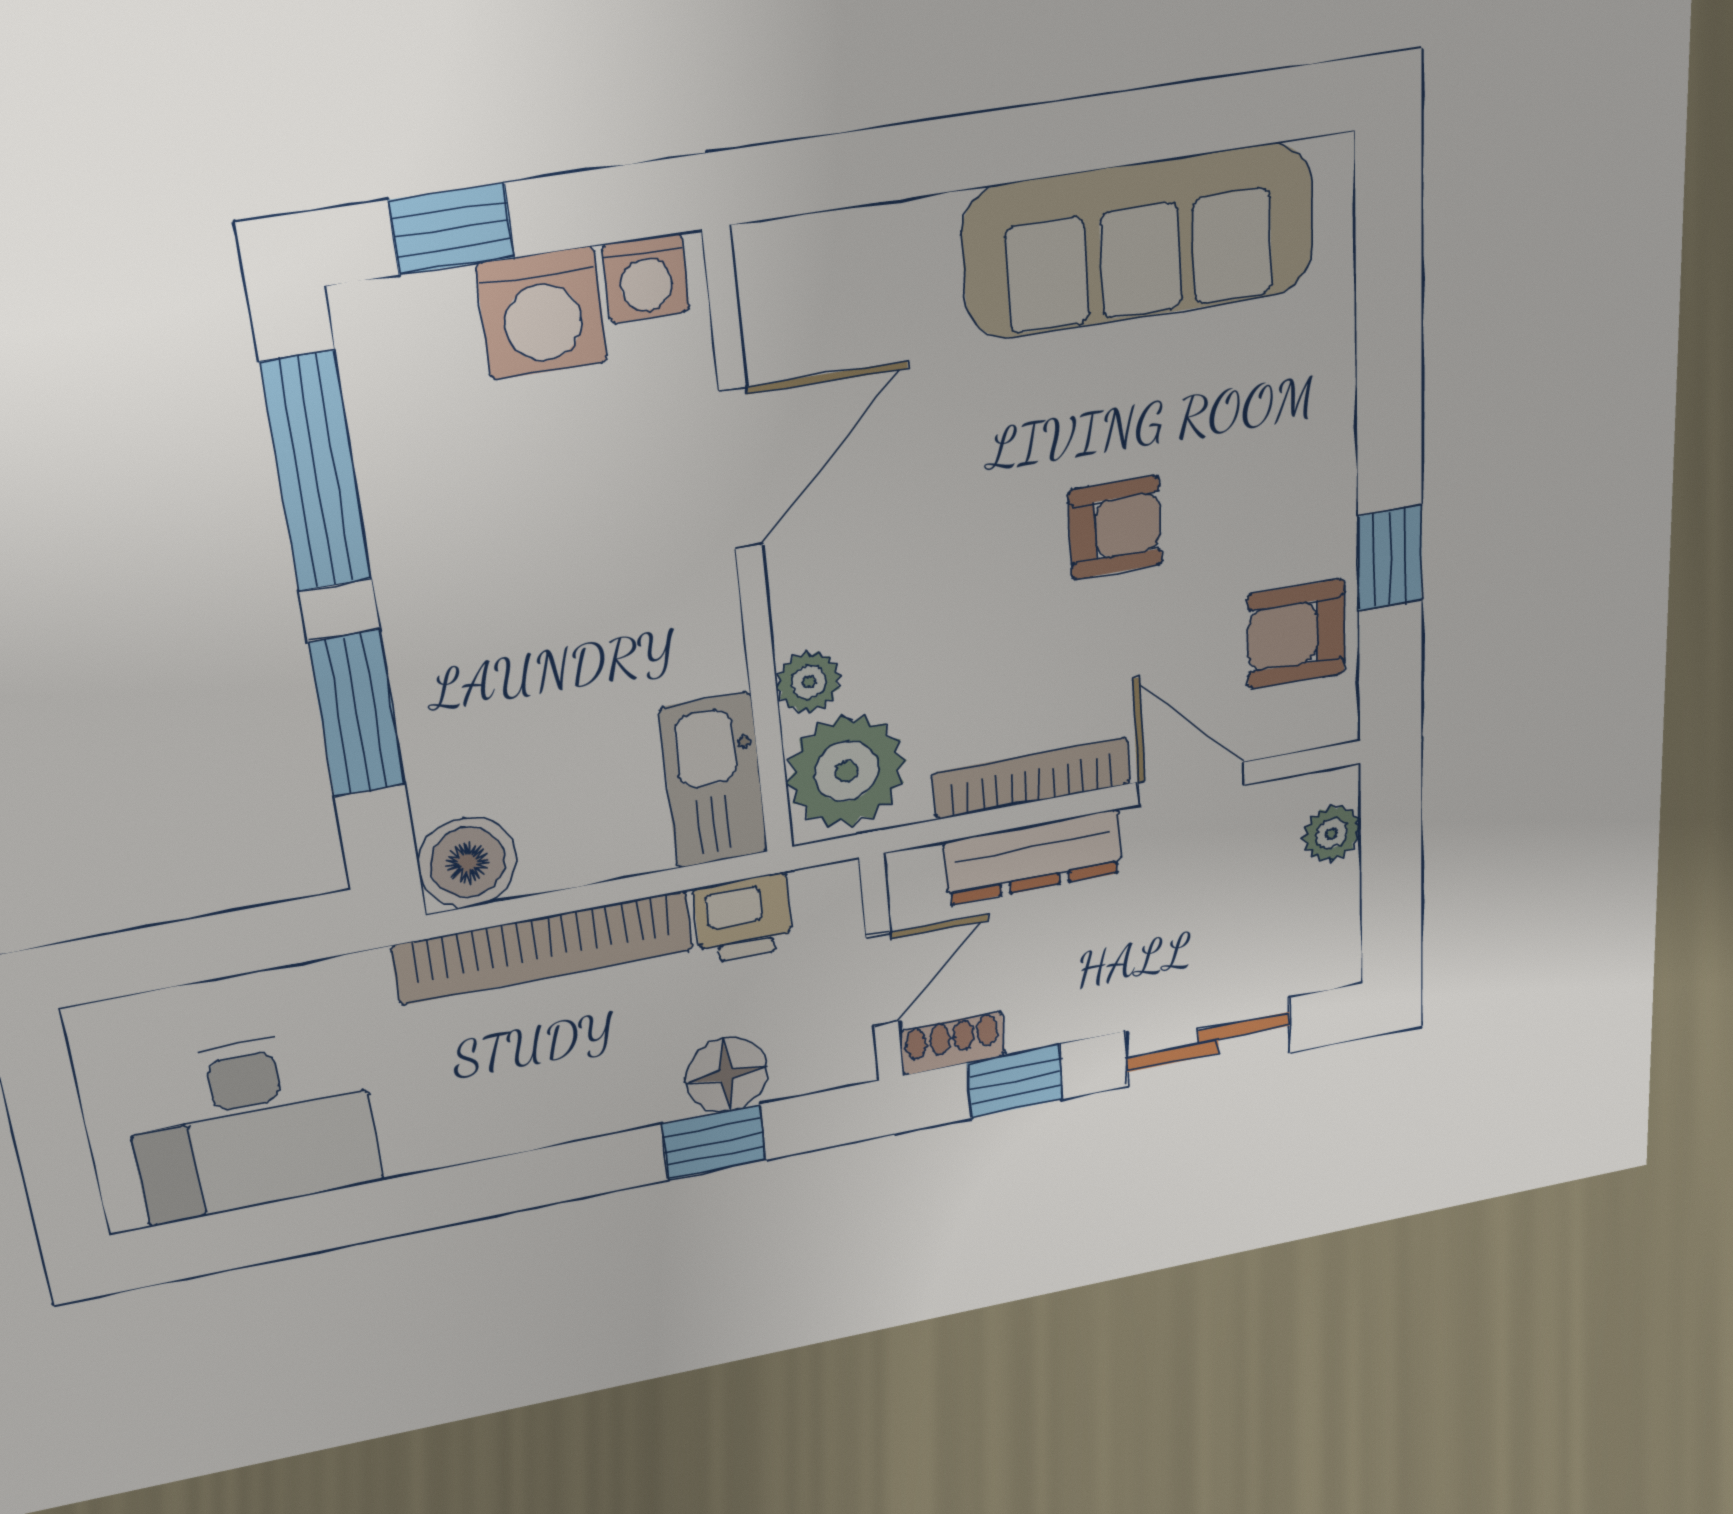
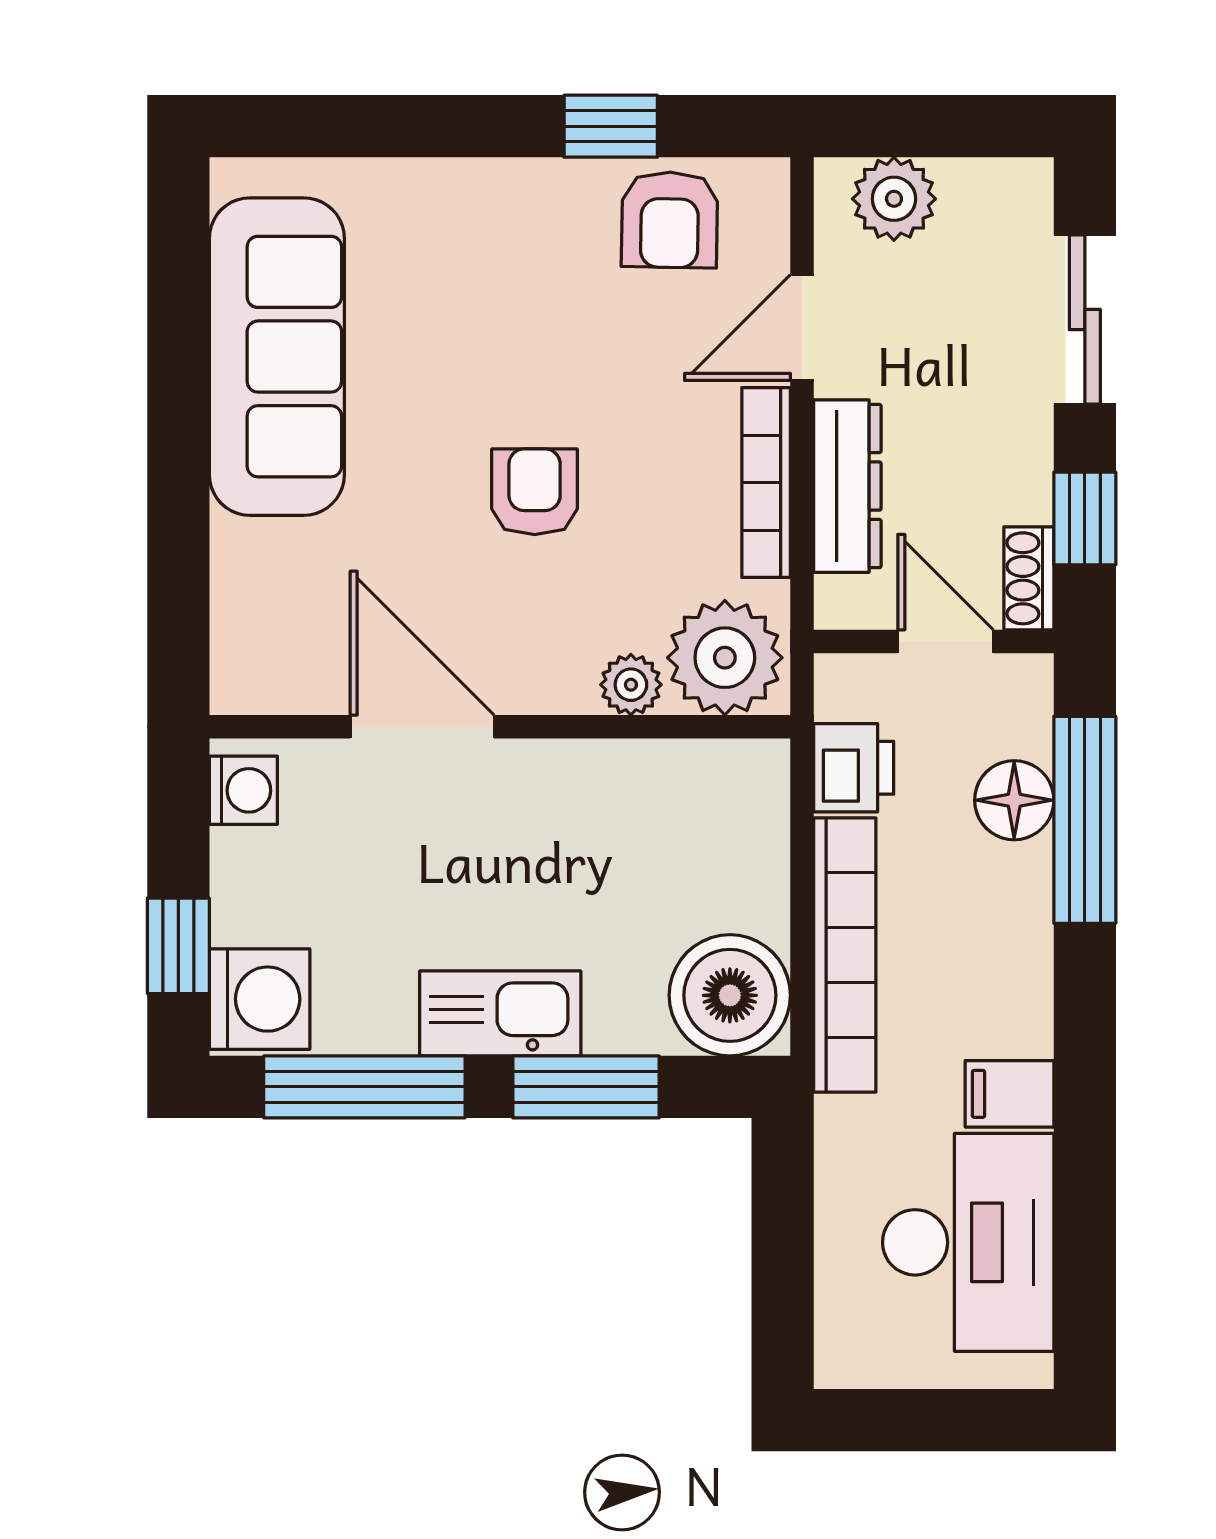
washing machine: (542, 313) -> (260, 999), moved
armchair: (1115, 527) -> (535, 492), moved
kitchen sink: (714, 780) -> (500, 1013), moved, turned 180
plant: (1332, 833) -> (894, 199), width x1.38, depth x1.38
boiler: (468, 863) -> (730, 995), width x1.37, depth x1.37
filing cabinet: (419, 1131) -> (1009, 1094), added
window: (714, 1142) -> (1085, 820), width x2.17

